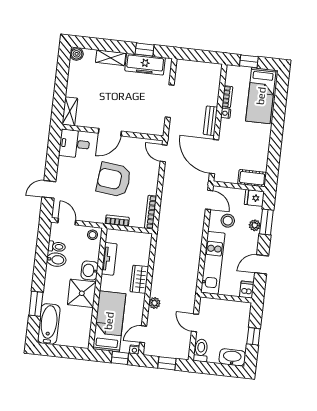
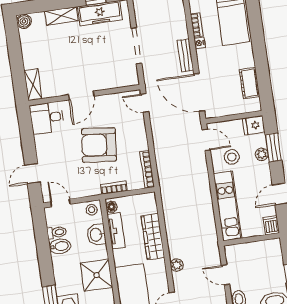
cot: (252, 178) -> (250, 83), moved, turned 90
floor lamp: (111, 237) -> (111, 207), added
washbasin: (90, 270) -> (96, 235), moved
wardrobe: (139, 279) -> (153, 237), width x1.50

